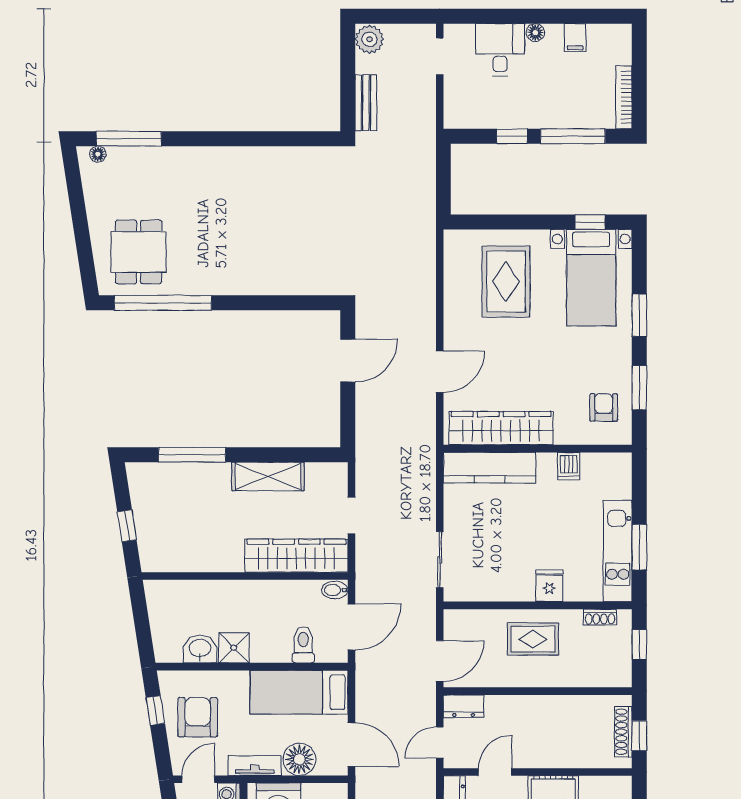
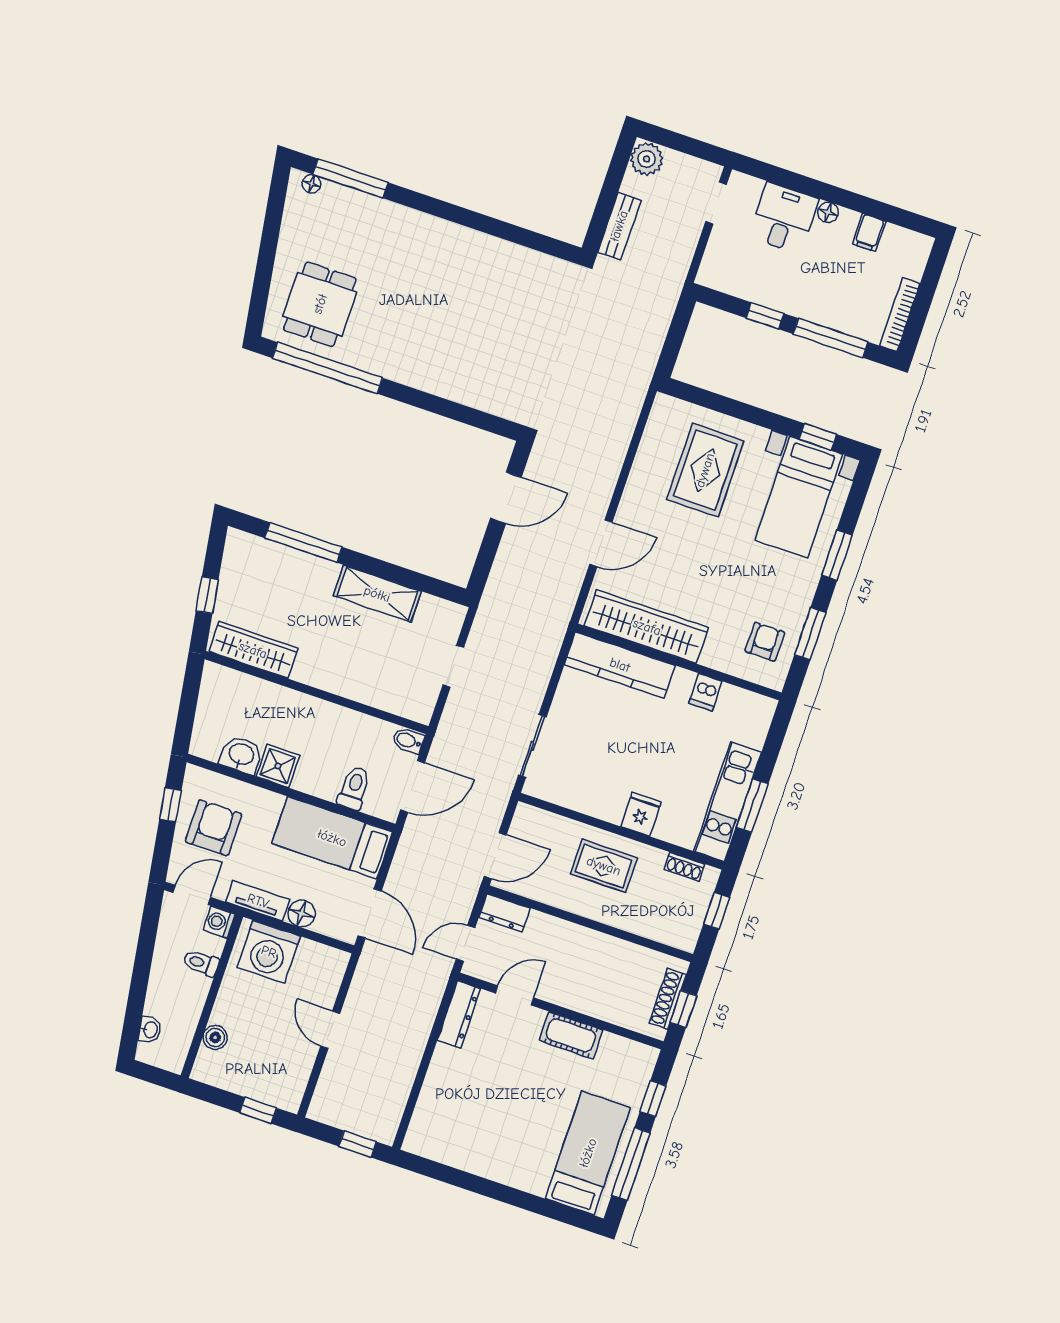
wardrobe: (296, 556) -> (253, 650), moved, width x0.71, depth x0.85
floor lamp: (299, 759) -> (302, 913), width x0.73, depth x0.73

